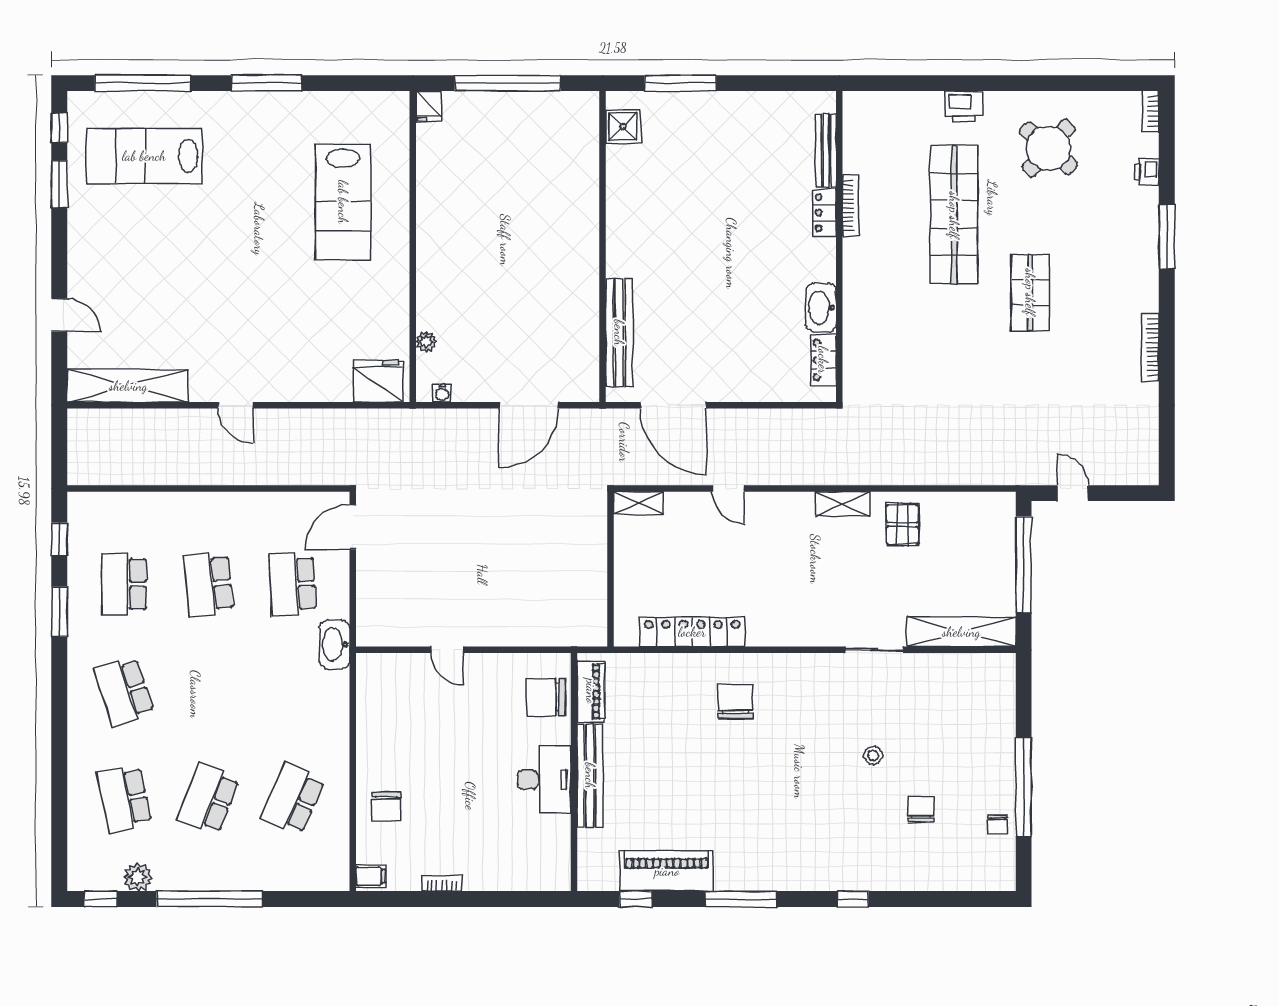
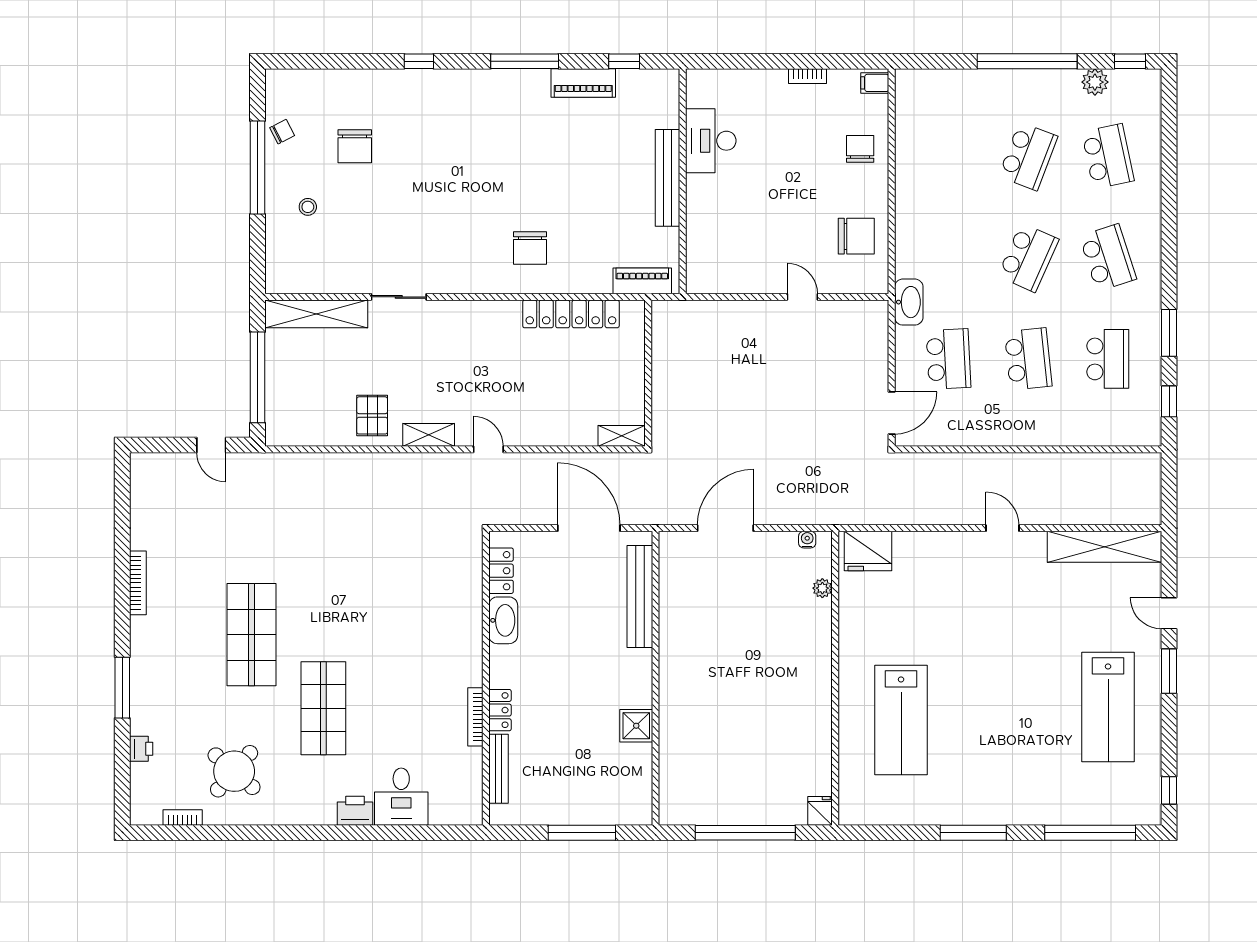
printer: (964, 106) -> (355, 811), moved
bookcase: (1151, 111) -> (183, 817), moved, turned -90
desk: (872, 121) -> (401, 797), added
shower: (623, 127) -> (636, 726), moved
bench: (826, 151) -> (498, 769), moved
lab bench: (144, 156) -> (1108, 707), moved, turned 90
window: (59, 184) -> (1169, 671), moved
lab bench: (343, 202) -> (901, 720), turned 180
bookcase: (850, 205) -> (475, 717), moved
locker: (824, 213) -> (500, 710), moved
shop shelf: (954, 215) -> (323, 708), width x0.71
wall: (839, 246) -> (486, 678), moved
shop shelf: (1030, 292) -> (251, 635), width x1.43, depth x1.36
washbasin: (821, 308) -> (503, 620), moved
locker: (823, 360) -> (501, 571), moved
door: (728, 488) -> (488, 449), moved
piano: (591, 691) -> (642, 281), moved, turned 90
chair: (546, 697) -> (856, 236), moved
stool: (873, 755) -> (308, 207), moved
desk: (544, 780) -> (711, 141), moved
school desk: (293, 799) -> (1028, 258), moved
chair: (921, 809) -> (355, 146), width x1.37, depth x1.37
chair: (998, 825) -> (282, 132), turned 63
piano: (667, 871) -> (583, 83), width x0.73, depth x0.75

